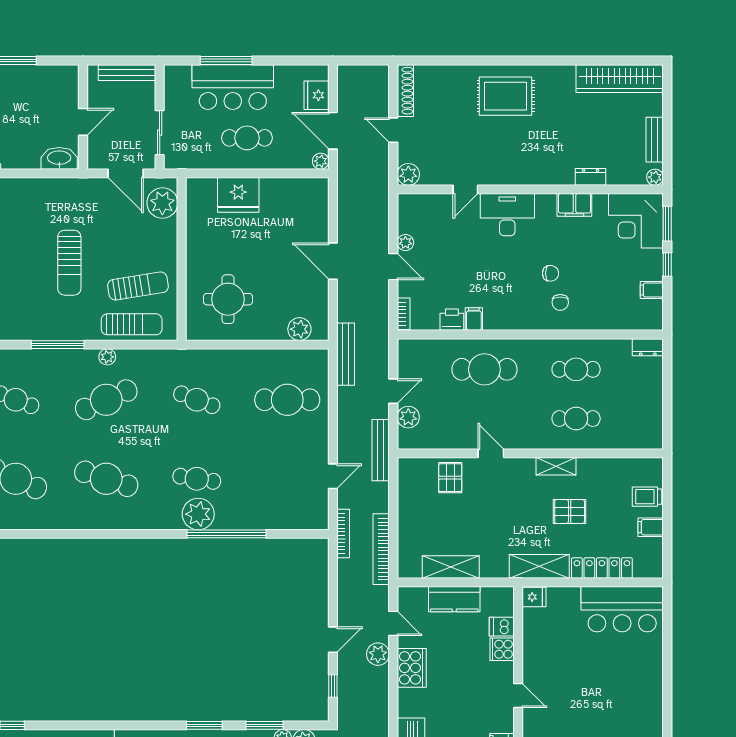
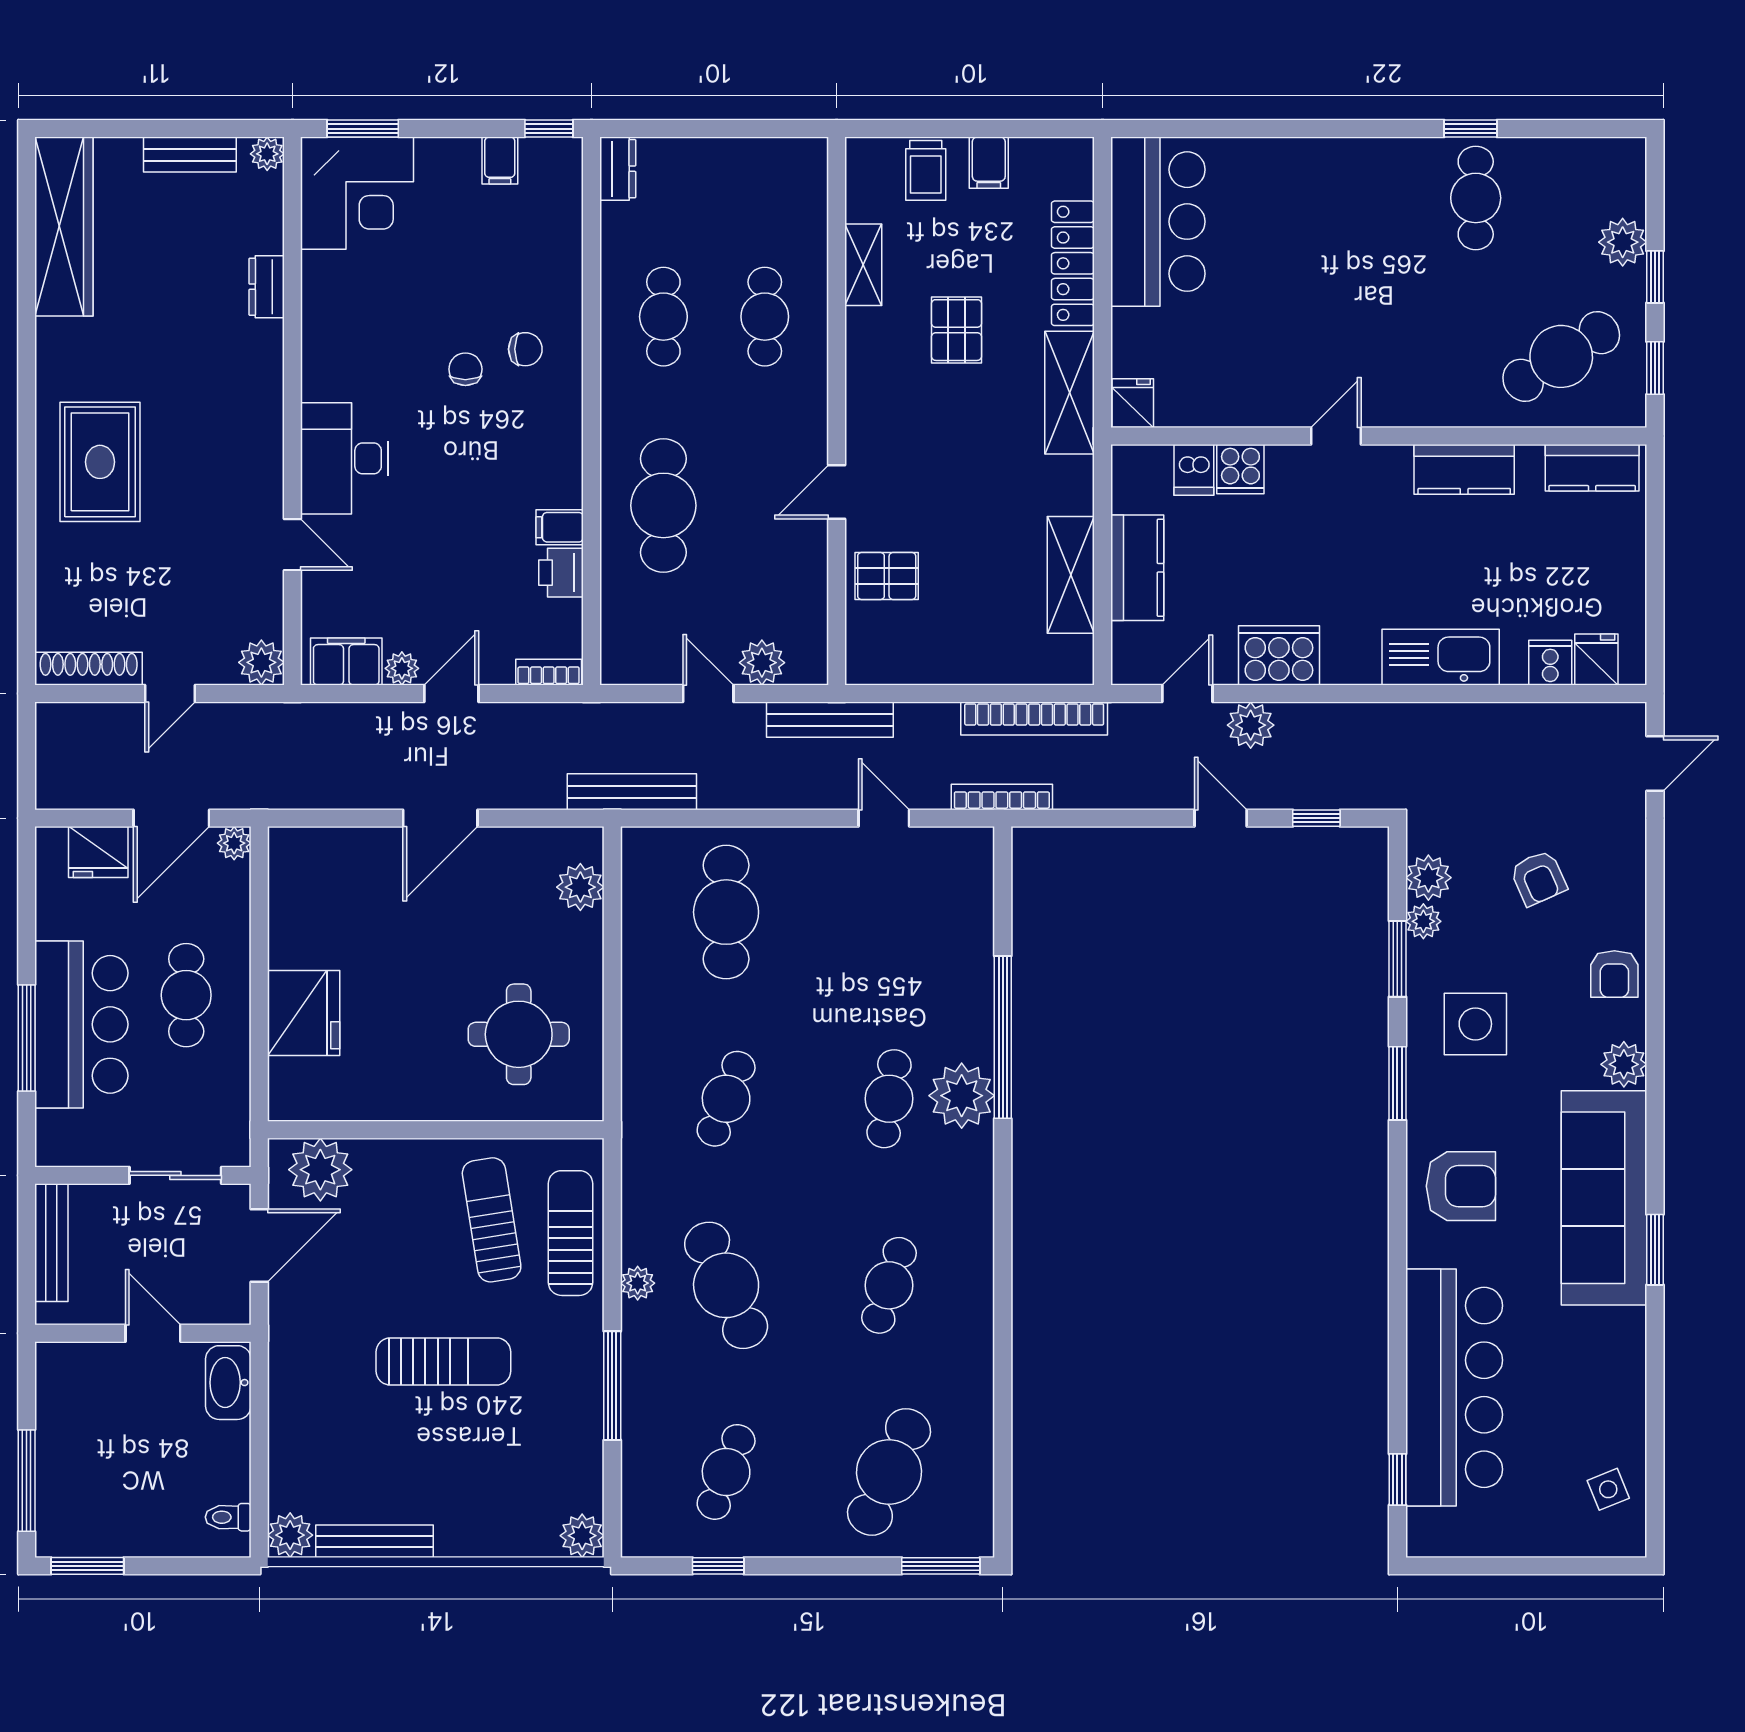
filing cabinet: (574, 205) -> (346, 662), moved, turned -90
window: (667, 264) -> (549, 129), moved
shelving: (556, 466) -> (863, 265), moved
cafe table: (106, 479) -> (889, 1285), width x0.73, depth x0.74

